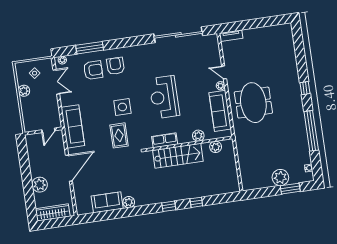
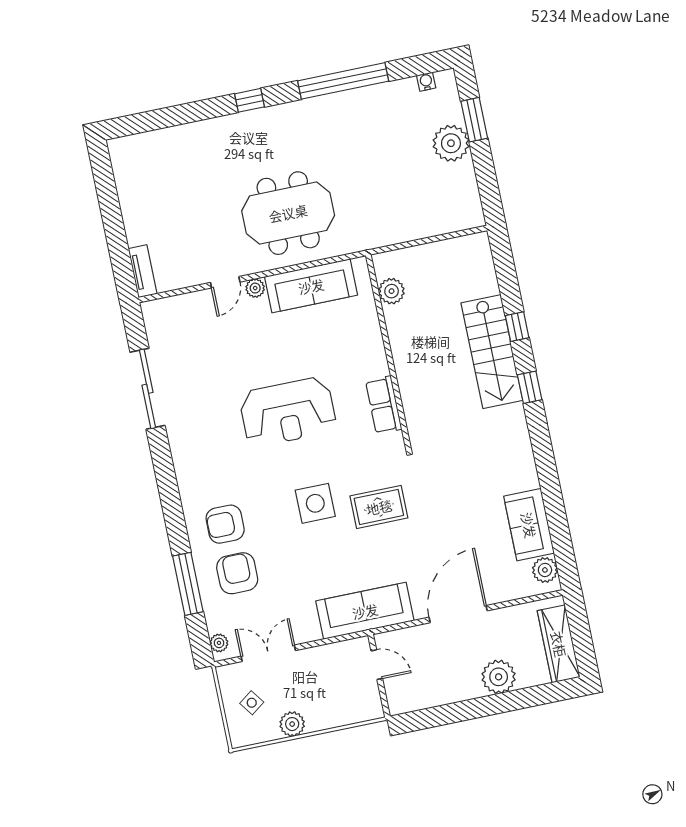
sliding door: (178, 35) -> (148, 389), width x0.73
plant: (198, 136) -> (369, 331), removed
stairs: (178, 156) -> (492, 352), moved, turned 180
door: (69, 168) -> (458, 614), hinge flipped
plant: (129, 202) -> (545, 570), moved

